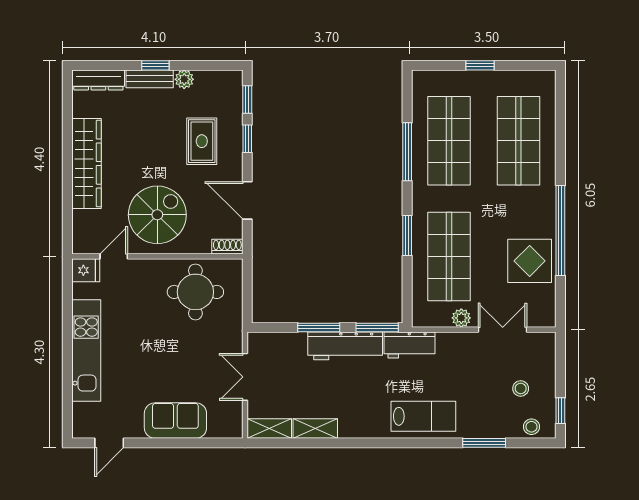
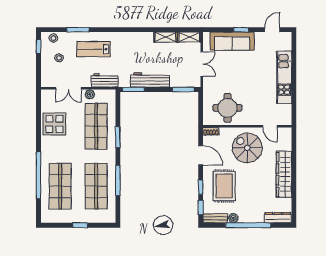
window: (155, 65) -> (248, 225), width x3.17
bench: (150, 79) -> (215, 218), moved
rug: (202, 141) -> (224, 186), width x1.36, depth x1.43
spiral stairs: (157, 215) -> (247, 148), turned 90
window: (560, 230) -> (38, 175), moved
door: (114, 256) -> (270, 126), hinge flipped
fridge: (86, 270) -> (284, 119), removed
window: (319, 327) -> (183, 89), moved
workbench: (410, 345) -> (105, 80), moved
lab bench: (423, 416) -> (93, 49), moved
sofa: (175, 421) -> (232, 41), width x1.36
window: (169, 443) -> (241, 30), added

